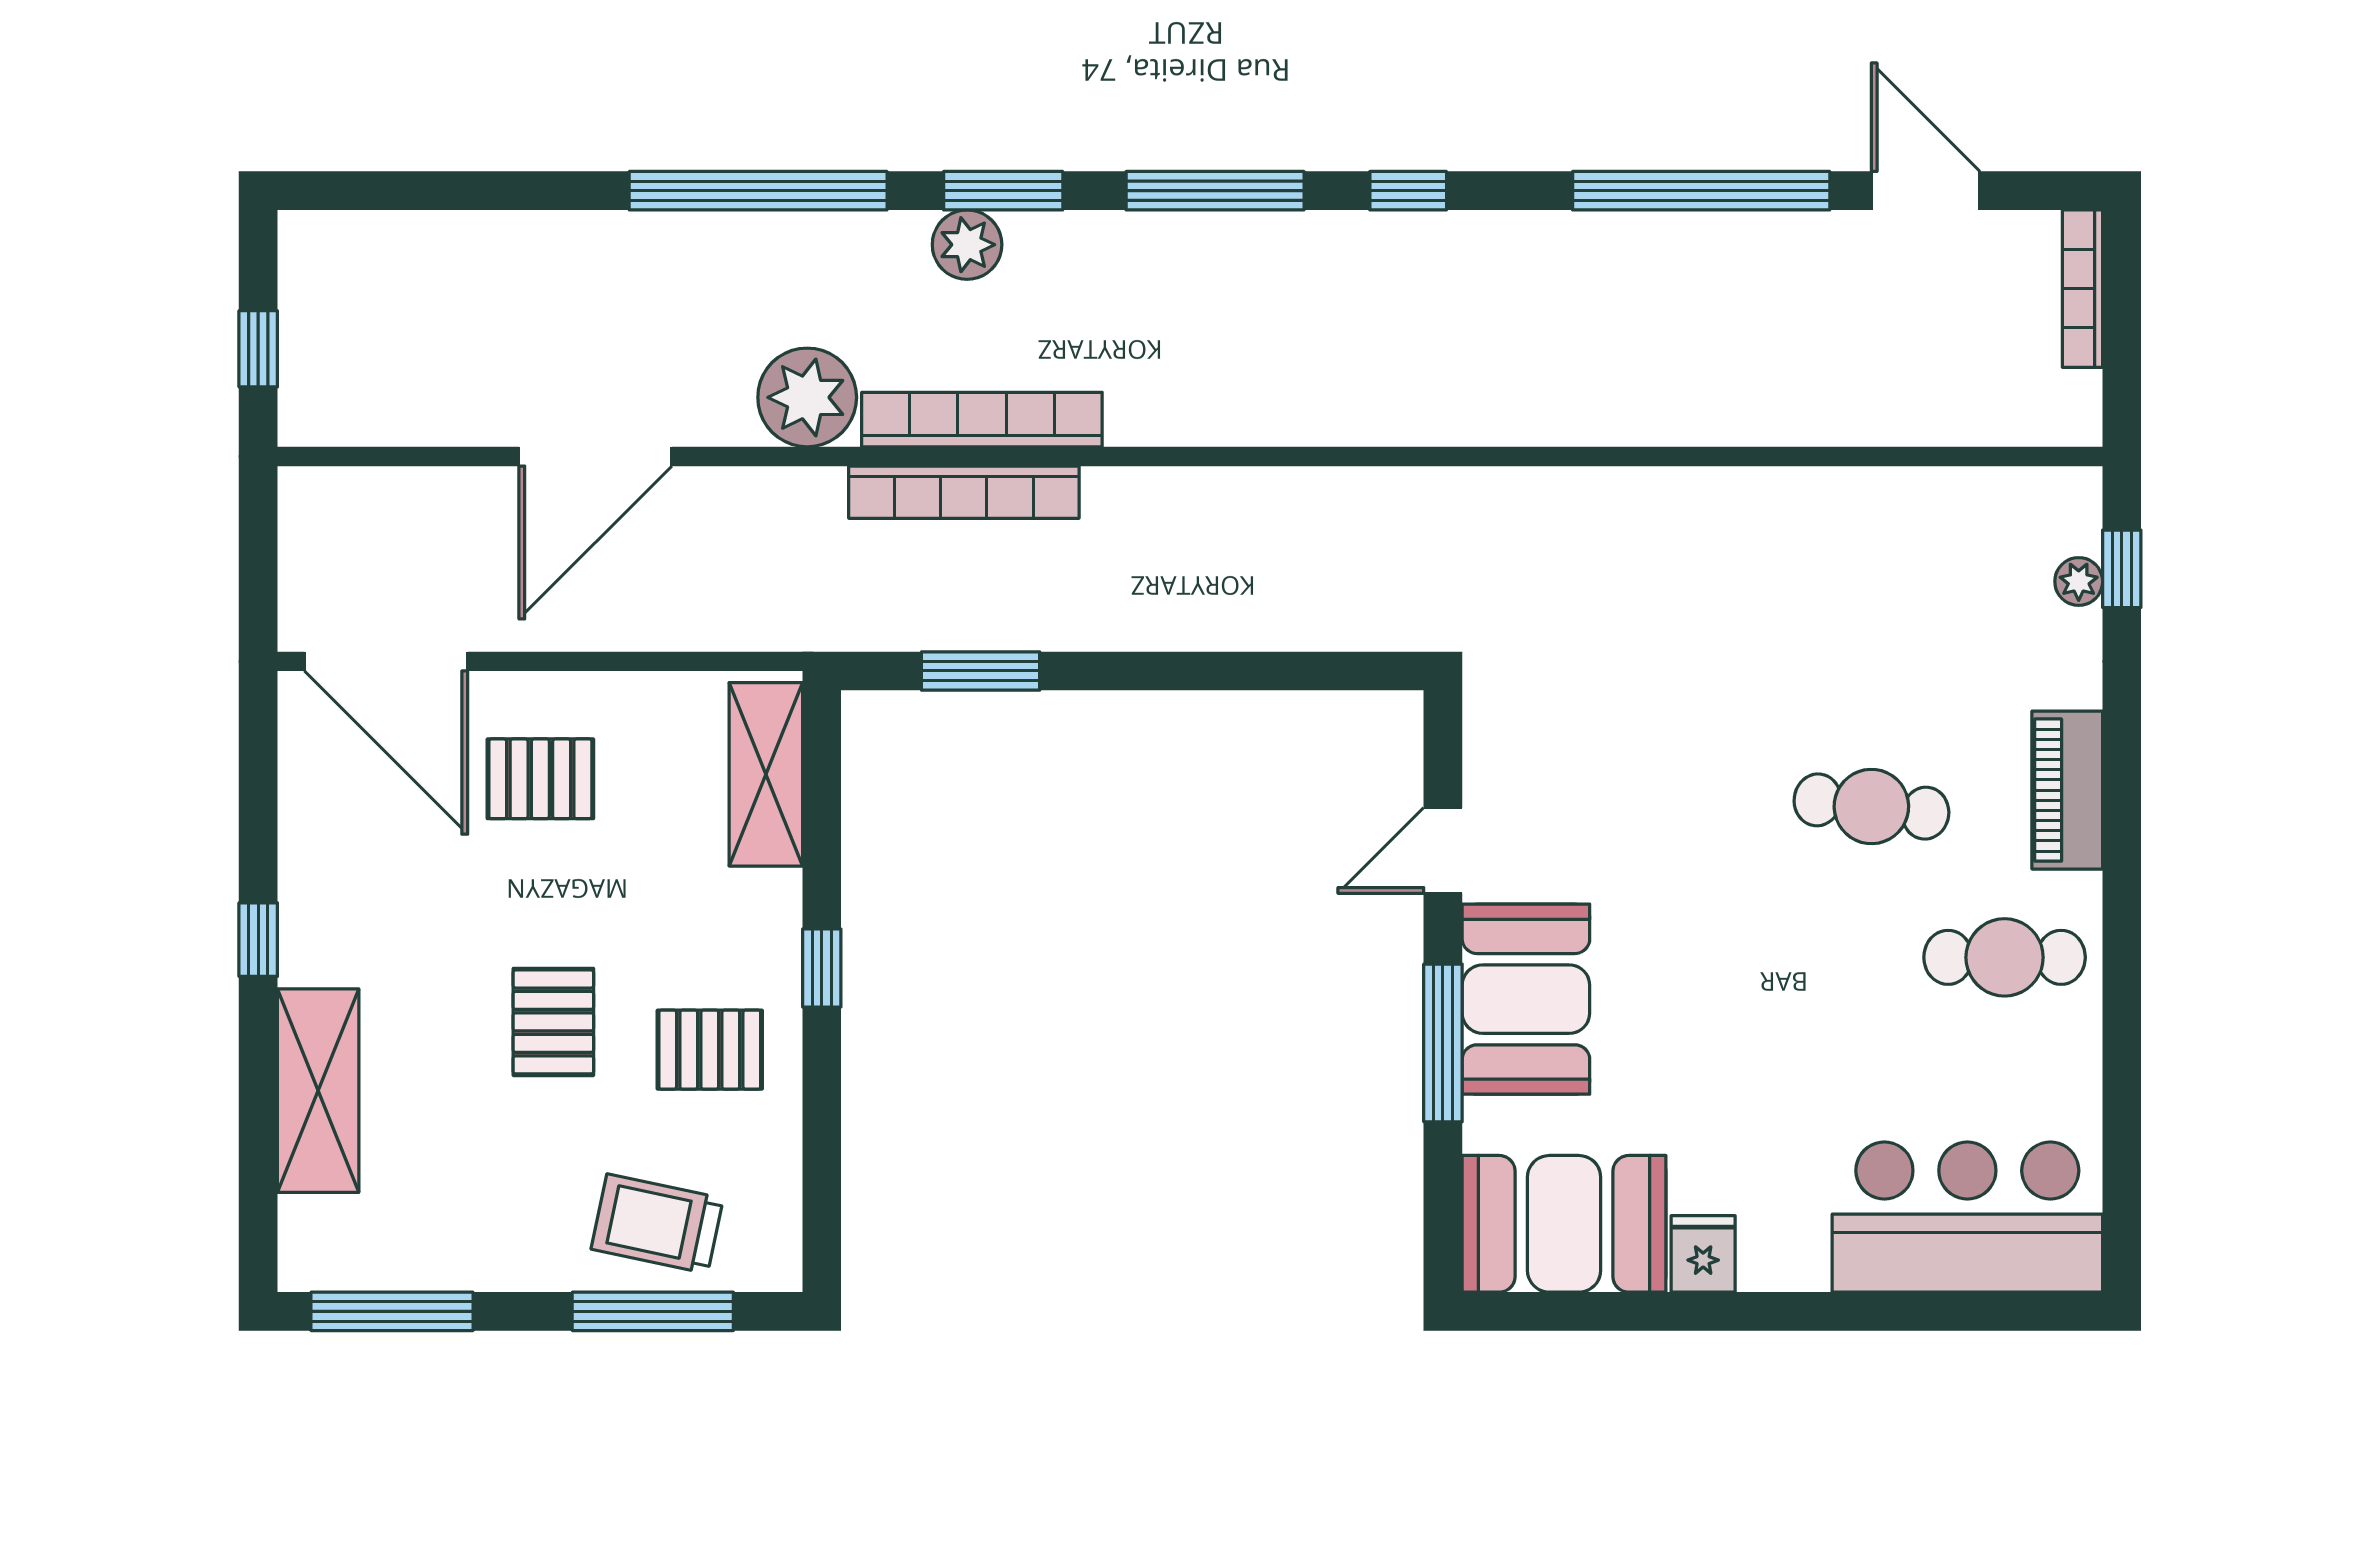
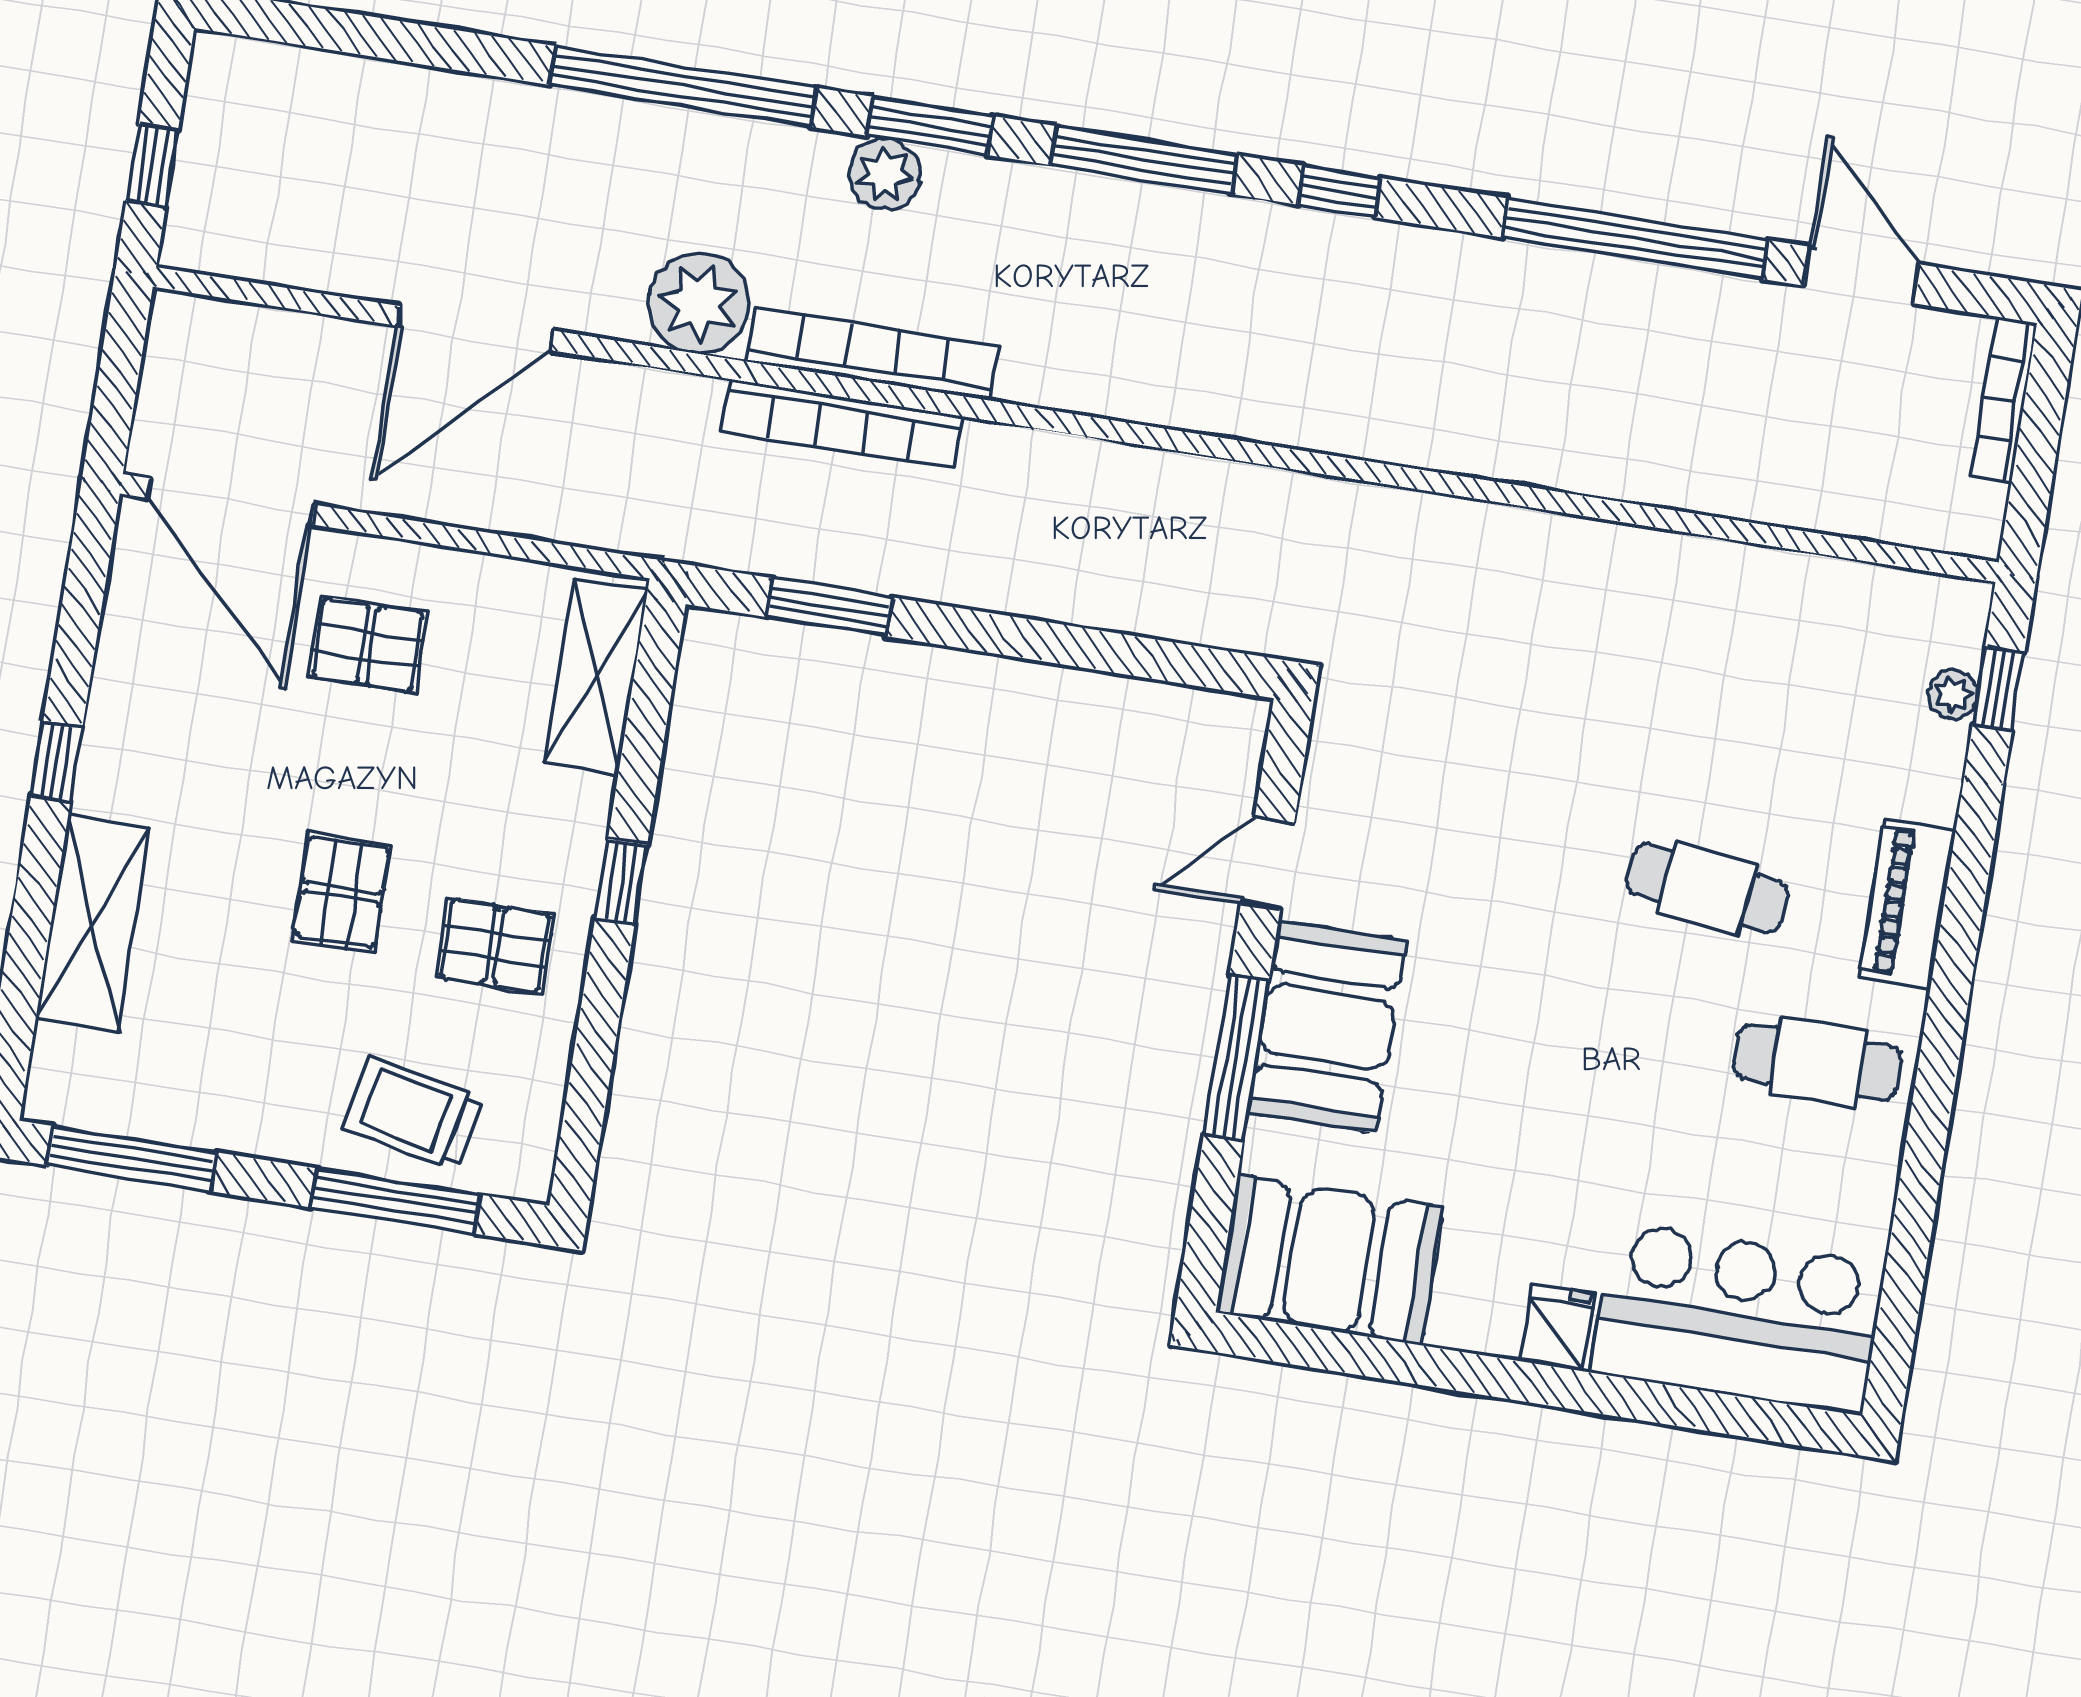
fridge: (1703, 1254) -> (1558, 1328), moved

